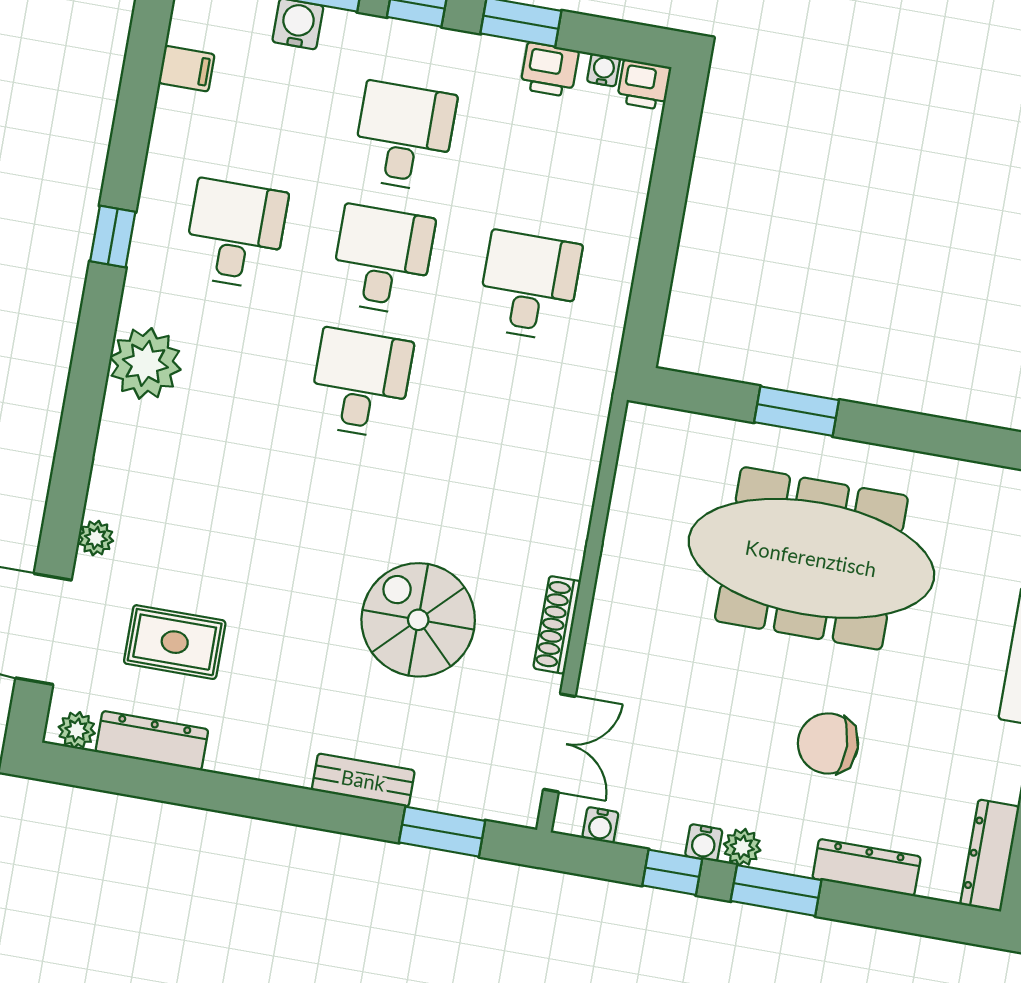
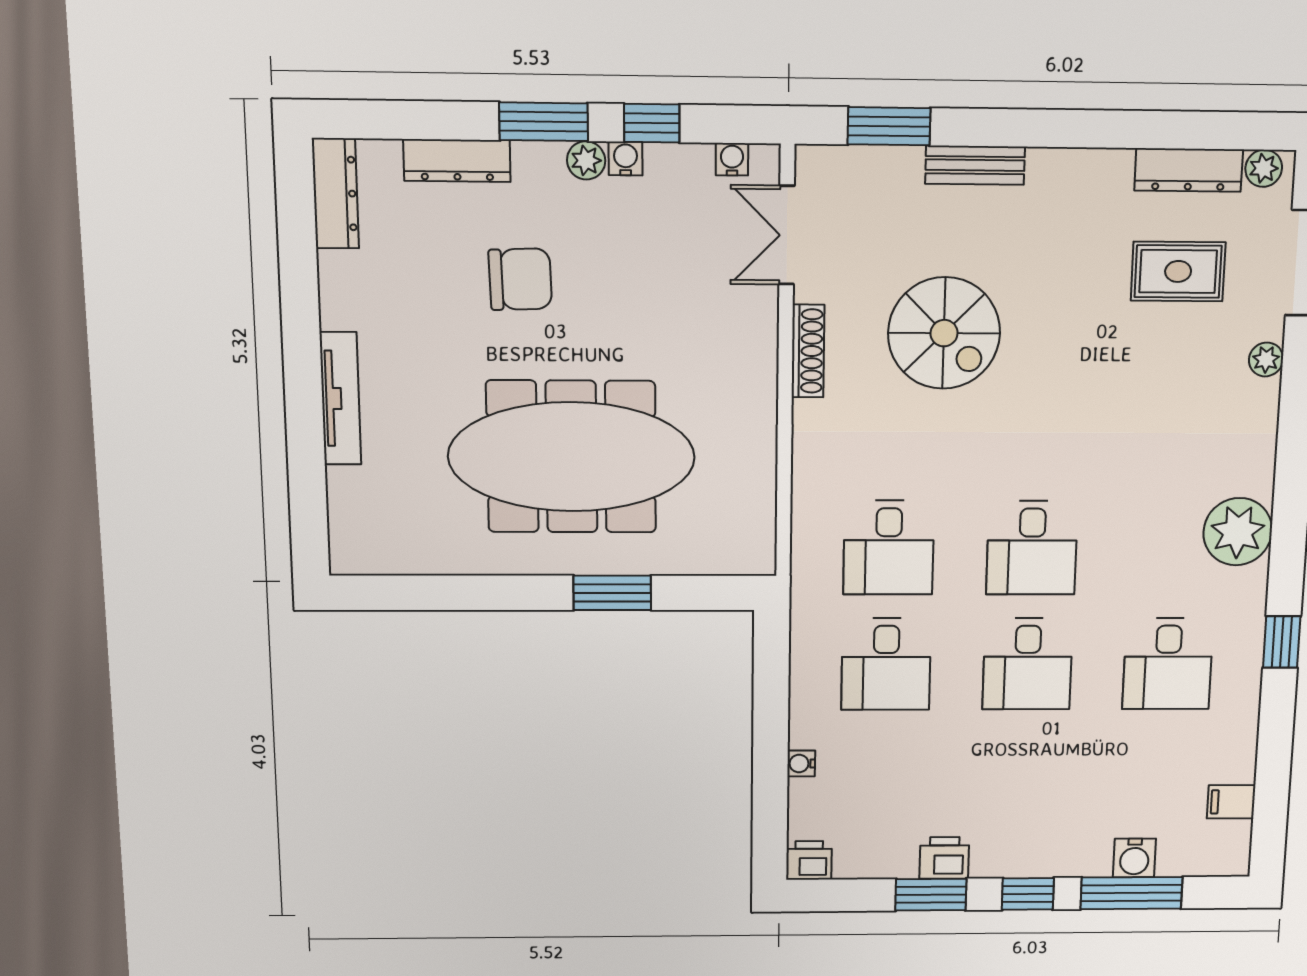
printer: (549, 70) -> (944, 858), moved
water cooler: (604, 70) -> (801, 763), moved, turned 90
desk: (404, 136) -> (889, 548), moved

